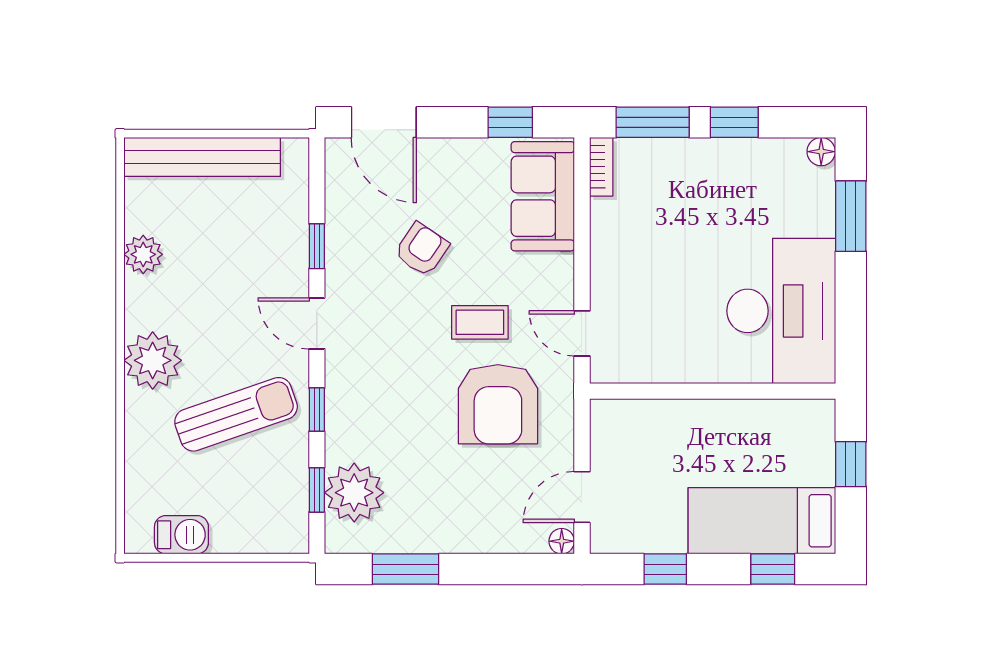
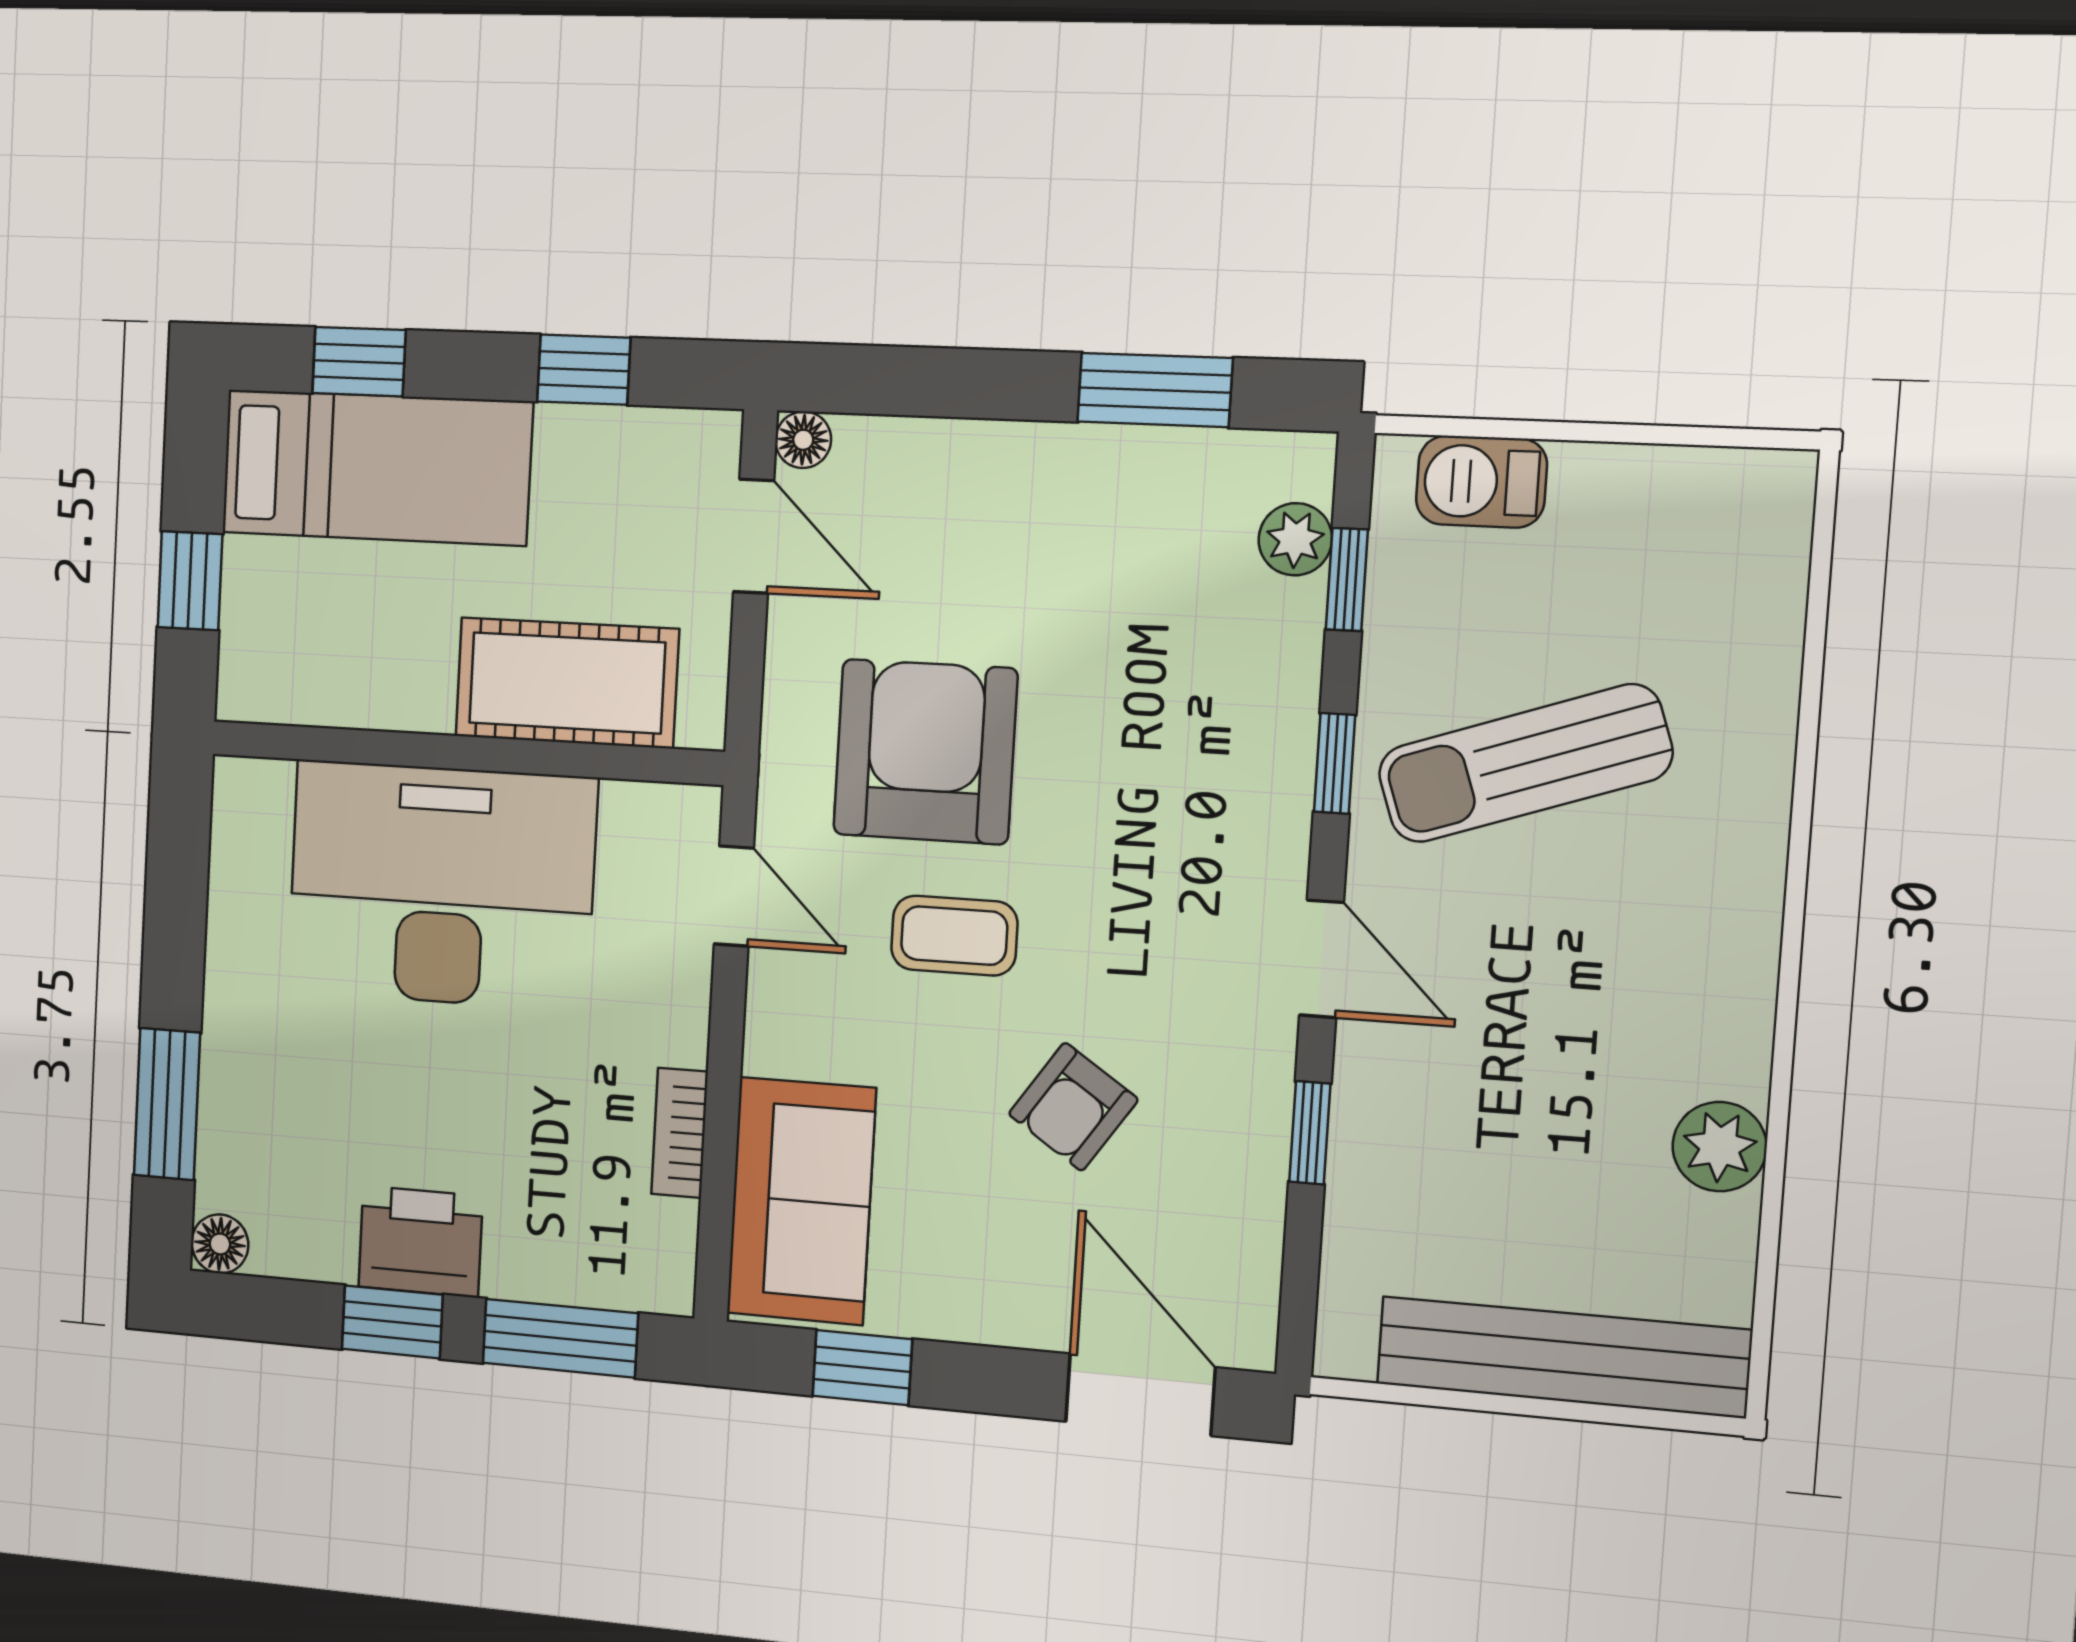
printer: (722, 162) -> (420, 1241), added
bookcase: (601, 167) -> (680, 1133), moved
desk: (781, 311) -> (441, 885), moved, turned 90
plant: (153, 360) -> (1715, 900), removed
cot: (666, 426) -> (567, 683), added
plant: (354, 493) -> (1295, 539), width x0.53, depth x0.53
door: (582, 497) -> (754, 536), hinge flipped
barbecue: (181, 535) -> (1481, 482), moved

